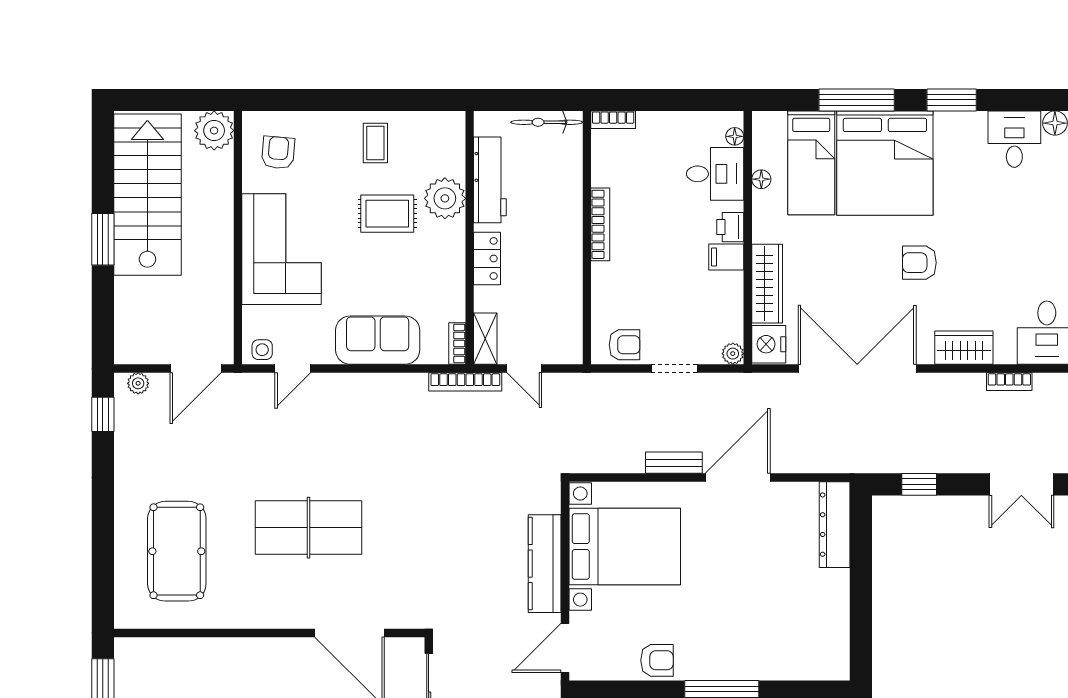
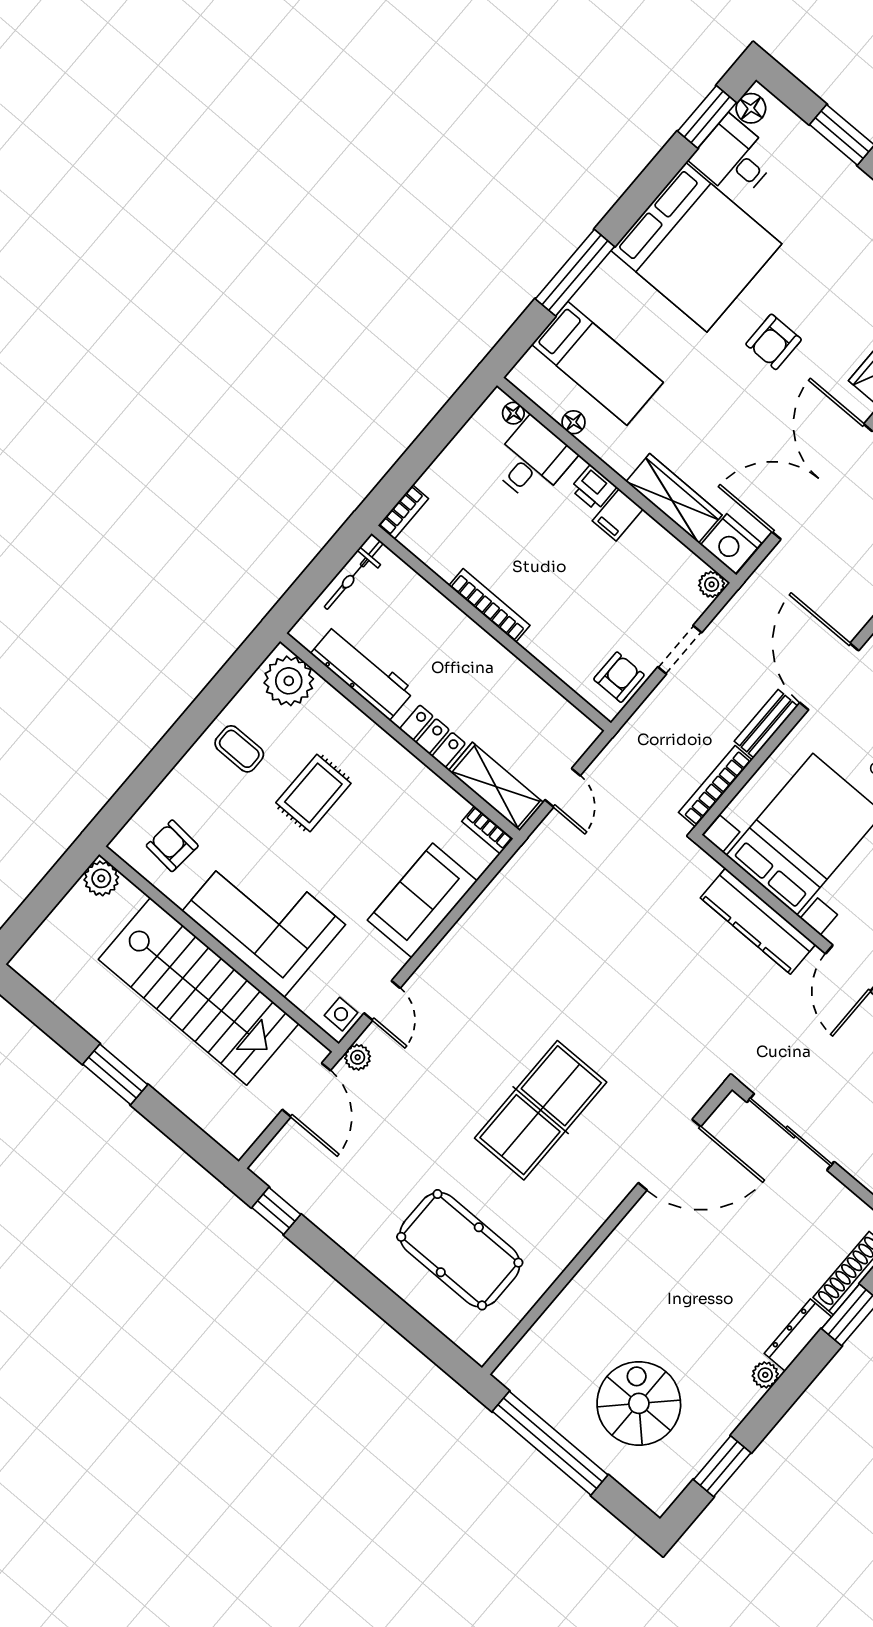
window: (952, 100) -> (707, 117), moved
plant: (214, 131) -> (101, 878), width x0.73, depth x0.73
bed: (885, 163) -> (696, 247), moved
stairs: (147, 195) -> (199, 991), moved, turned 180
plant: (445, 198) -> (289, 681), moved
shelving: (485, 339) -> (496, 787), width x1.50, depth x1.33
door: (524, 368) -> (563, 788), hinge flipped
bookcase: (465, 382) -> (715, 786), moved, turned 180
plant: (138, 383) -> (358, 1057), moved

